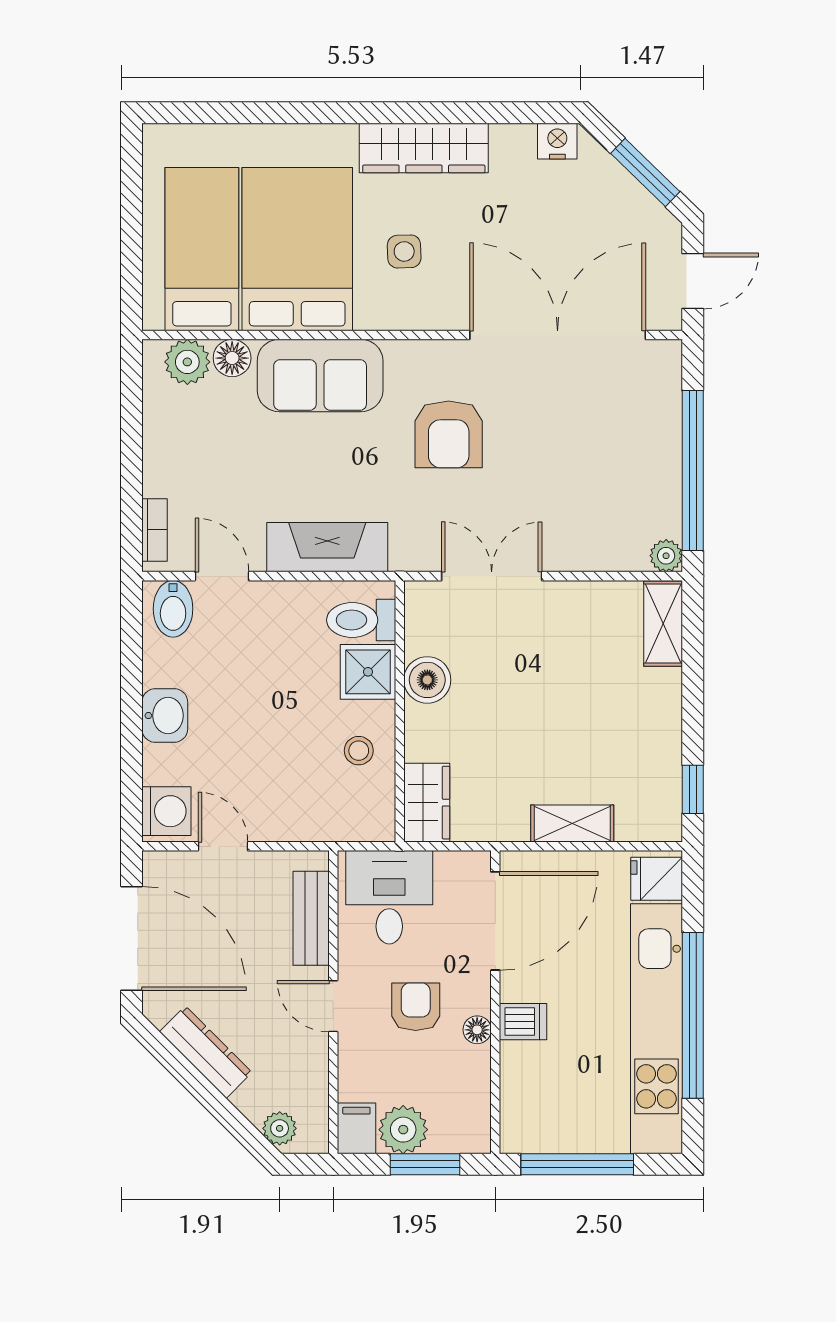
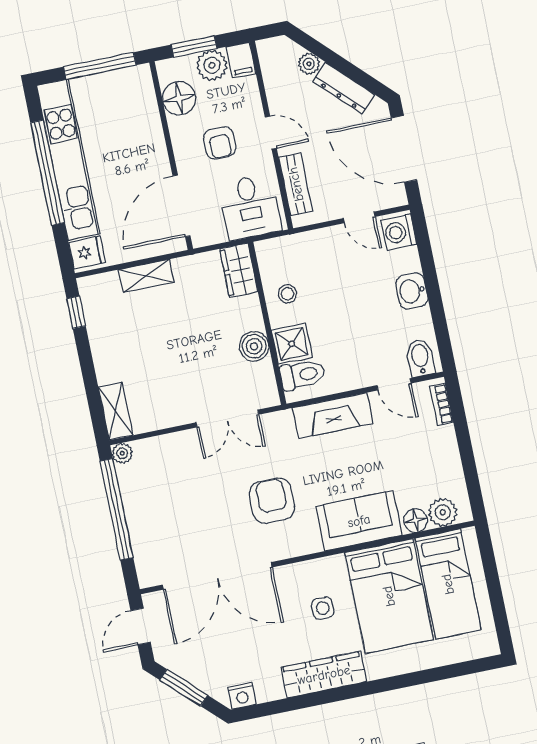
dishwasher: (523, 1022) -> (152, 147), removed
floor lamp: (477, 1030) -> (179, 98), moved, width x1.89, depth x1.89
plant: (280, 1128) -> (309, 64), moved

